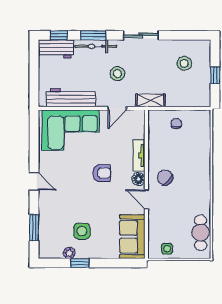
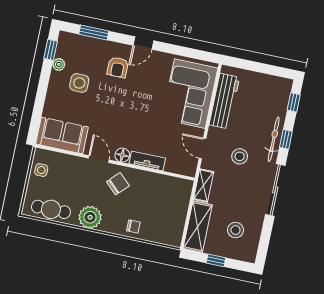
window: (93, 35) -> (286, 139), width x0.67
sliding door: (141, 35) -> (275, 190), width x1.37
workbench: (56, 49) -> (280, 96), removed
shelving: (188, 98) -> (198, 227), added
chair: (176, 124) -> (133, 226), moved
armchair: (102, 173) -> (118, 67), moved
plant: (200, 196) -> (90, 217), added
door: (146, 199) -> (99, 159), hinge flipped
window: (80, 263) -> (51, 50), moved

